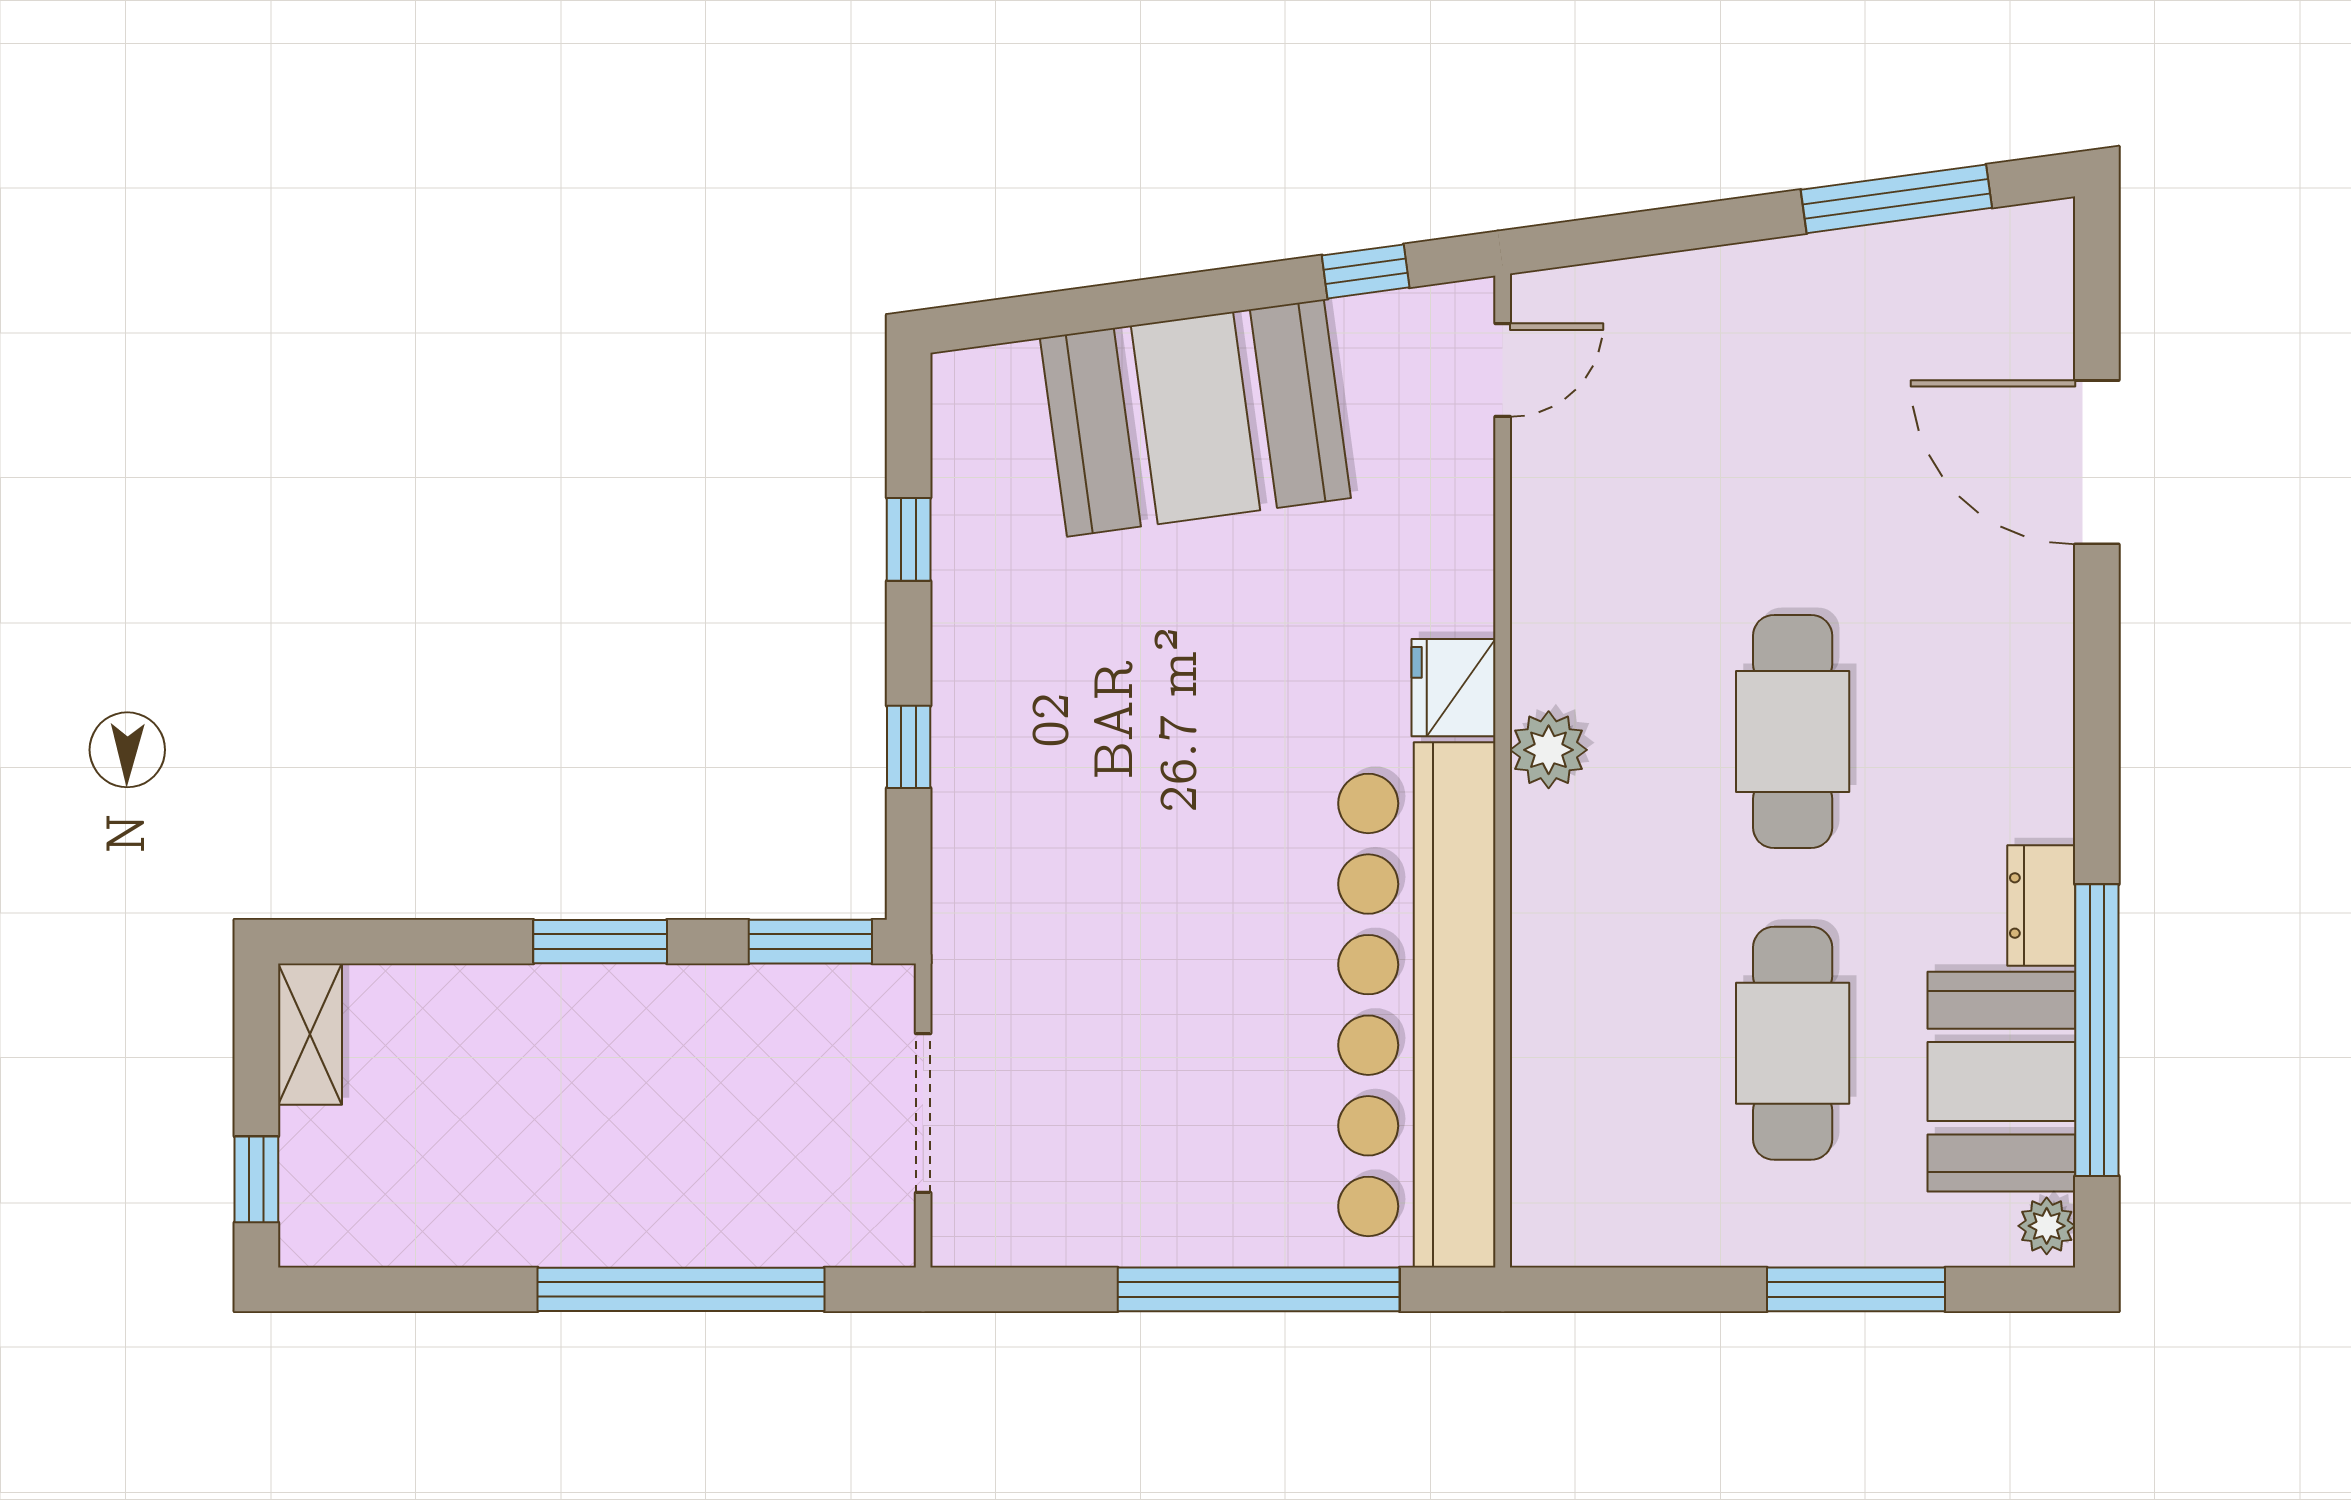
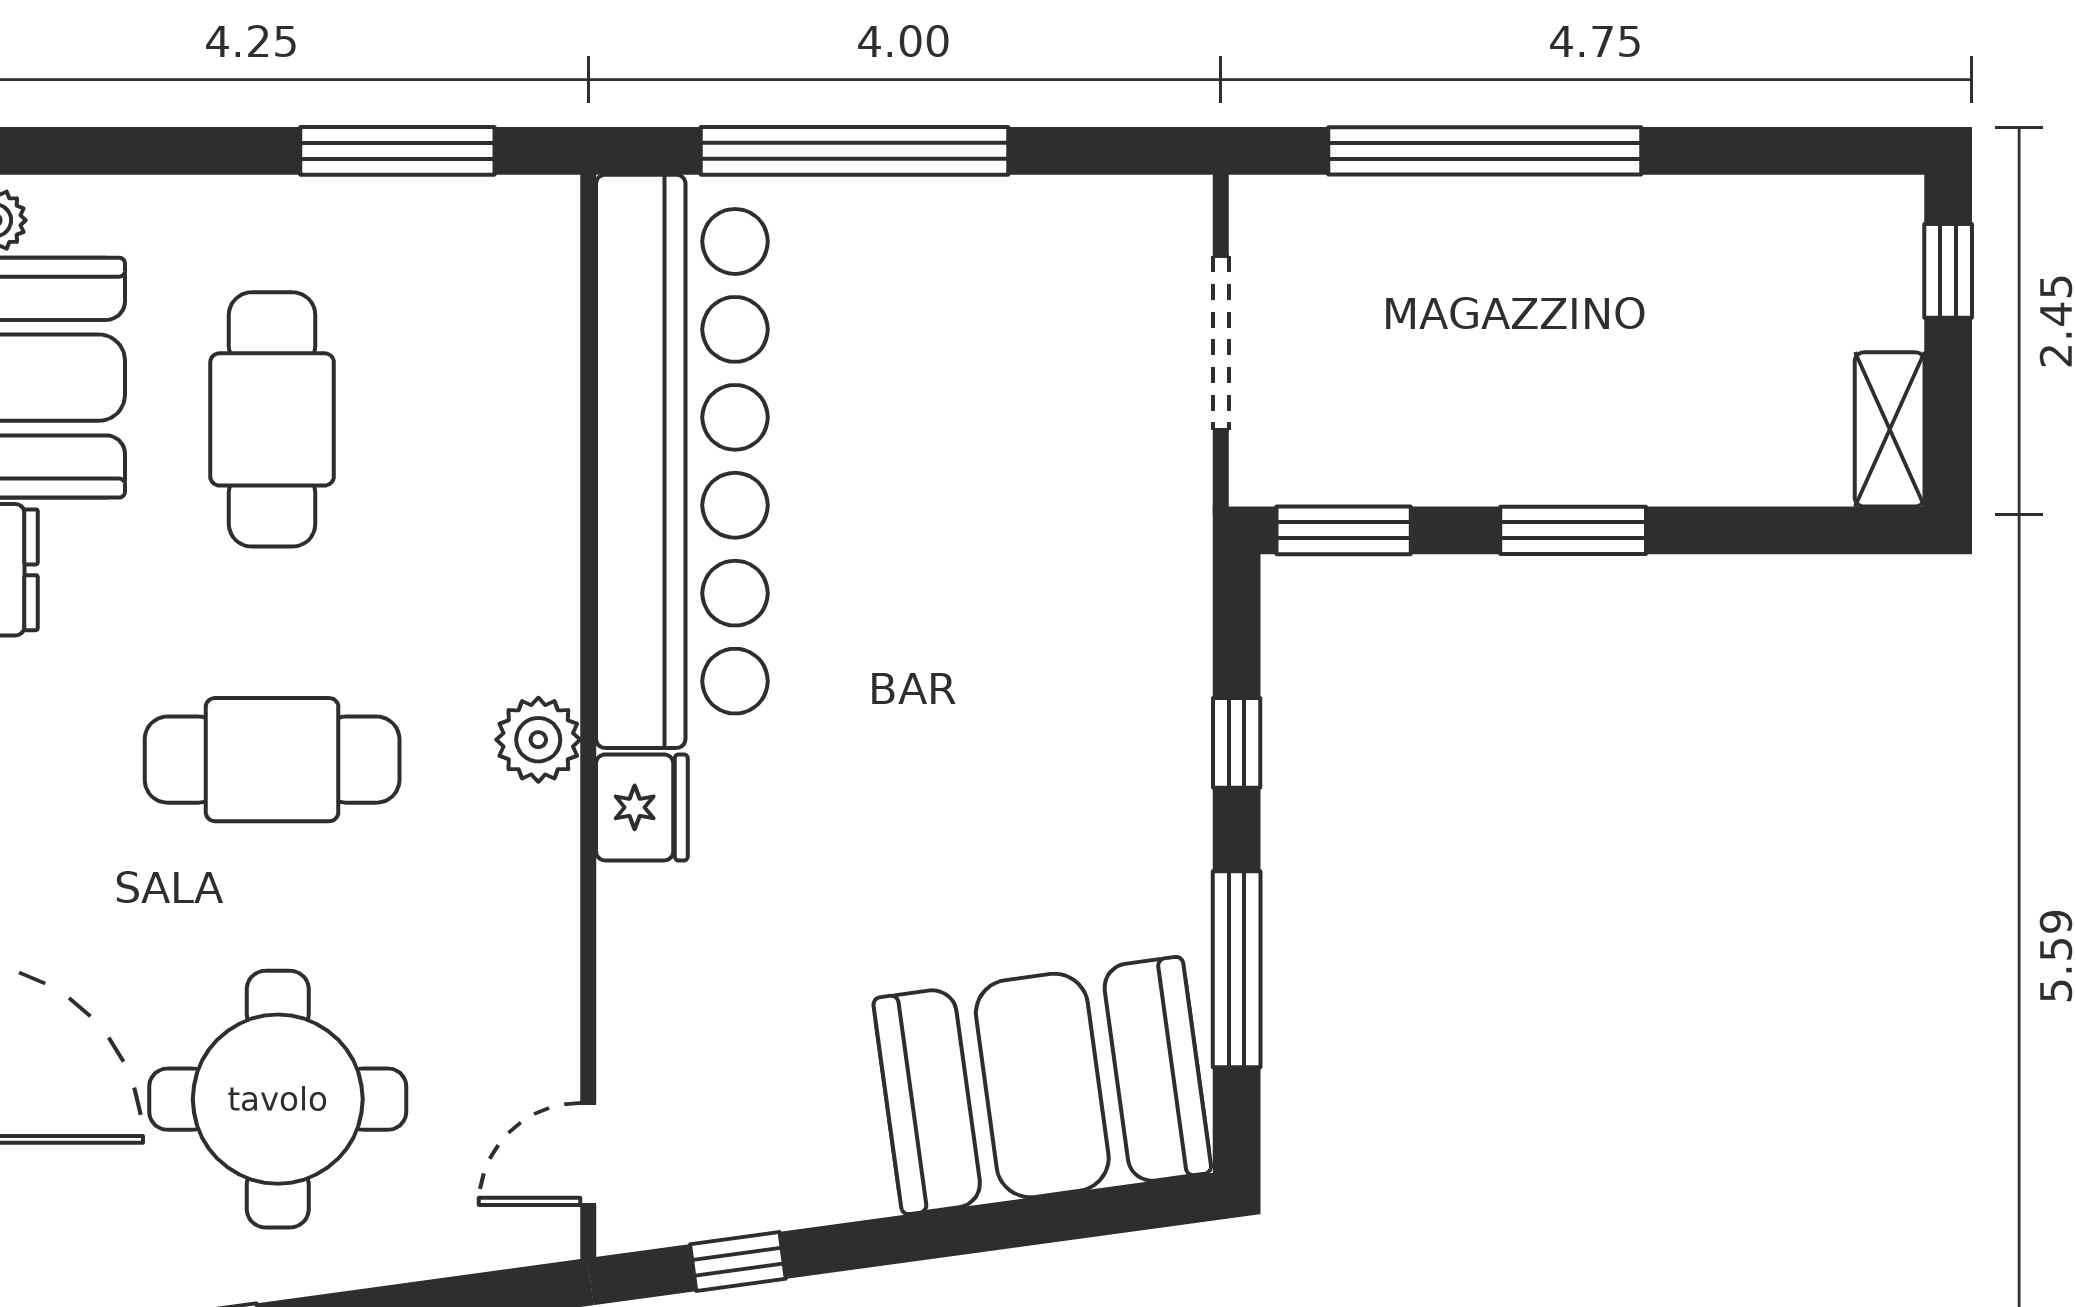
booth: (1195, 418) -> (1042, 1085), moved
round table: (1787, 420) -> (278, 1099), added
window: (909, 539) -> (1237, 969), width x2.17
cafe table: (1793, 732) -> (272, 760), turned 90
window: (1856, 1289) -> (397, 151), moved

